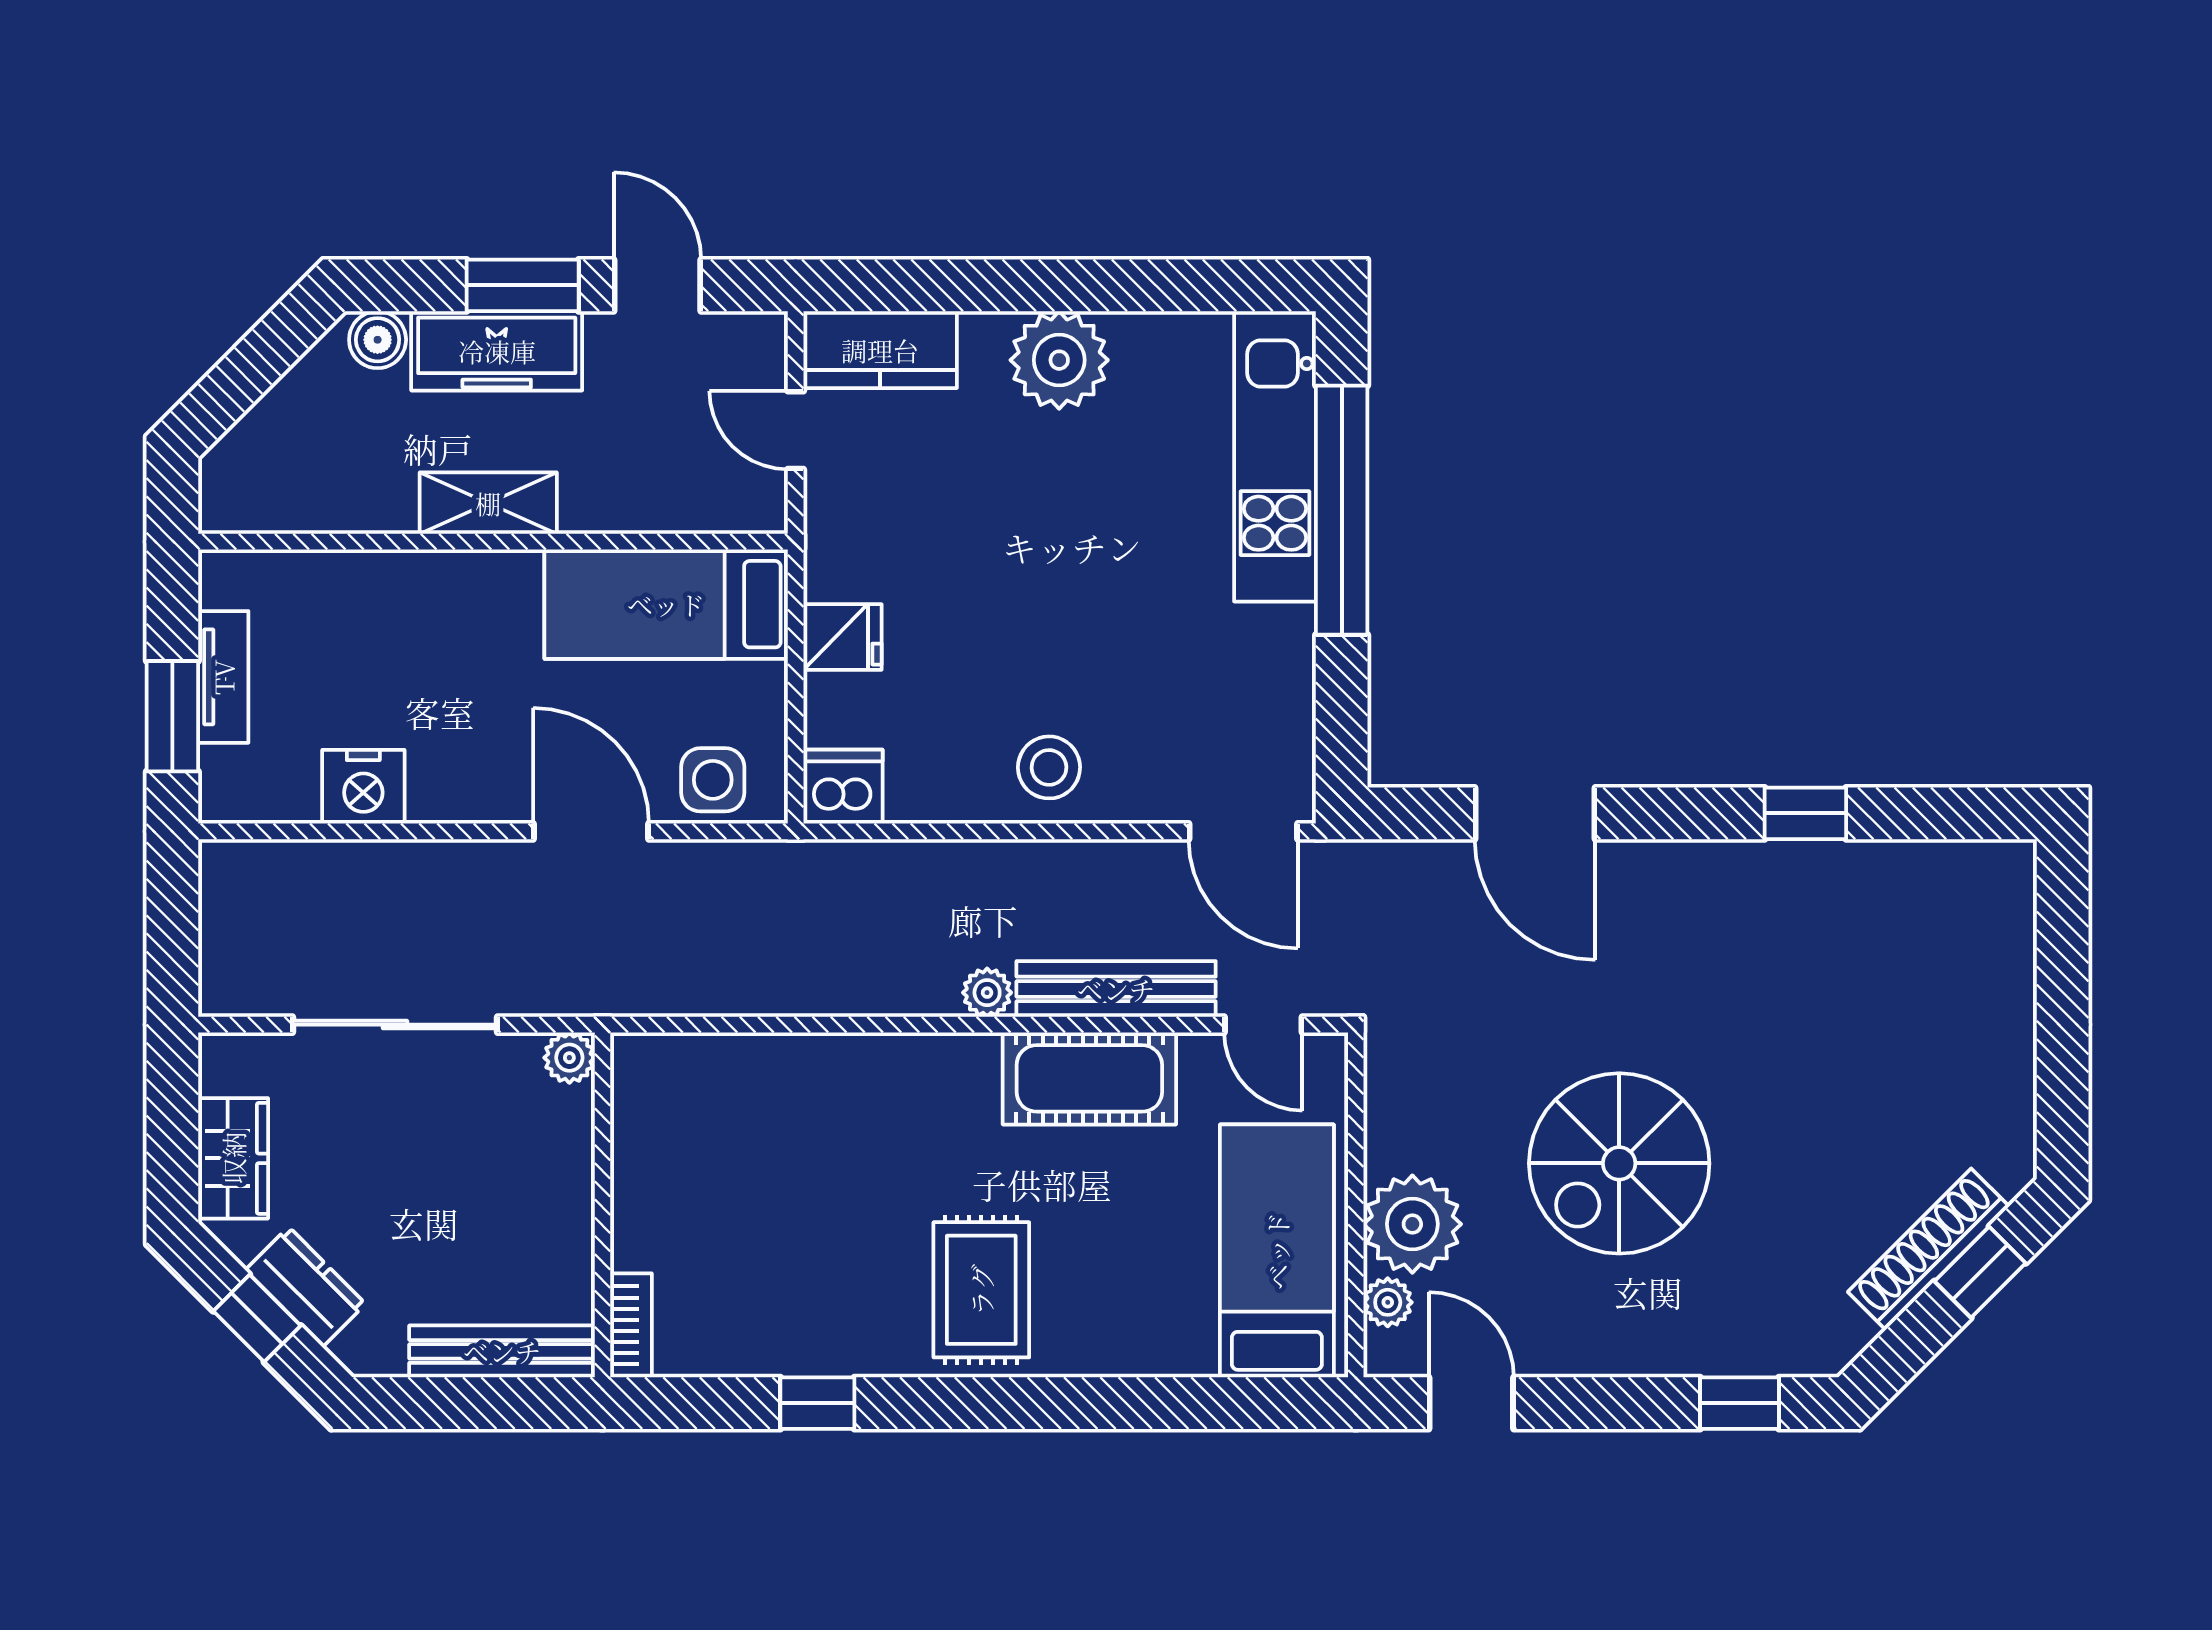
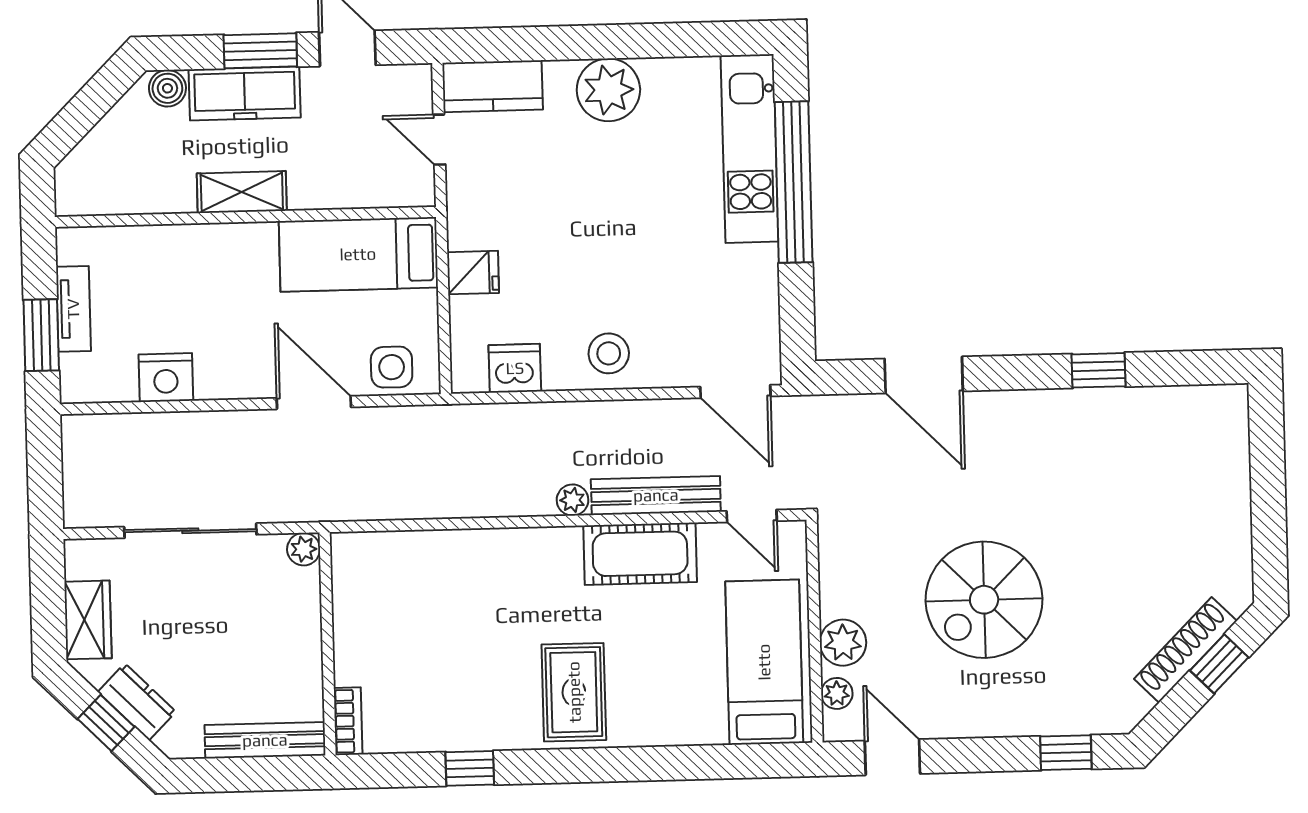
dishwasher: (843, 787) -> (515, 368), moved
plant: (1412, 1224) -> (843, 643), width x0.73, depth x0.73

